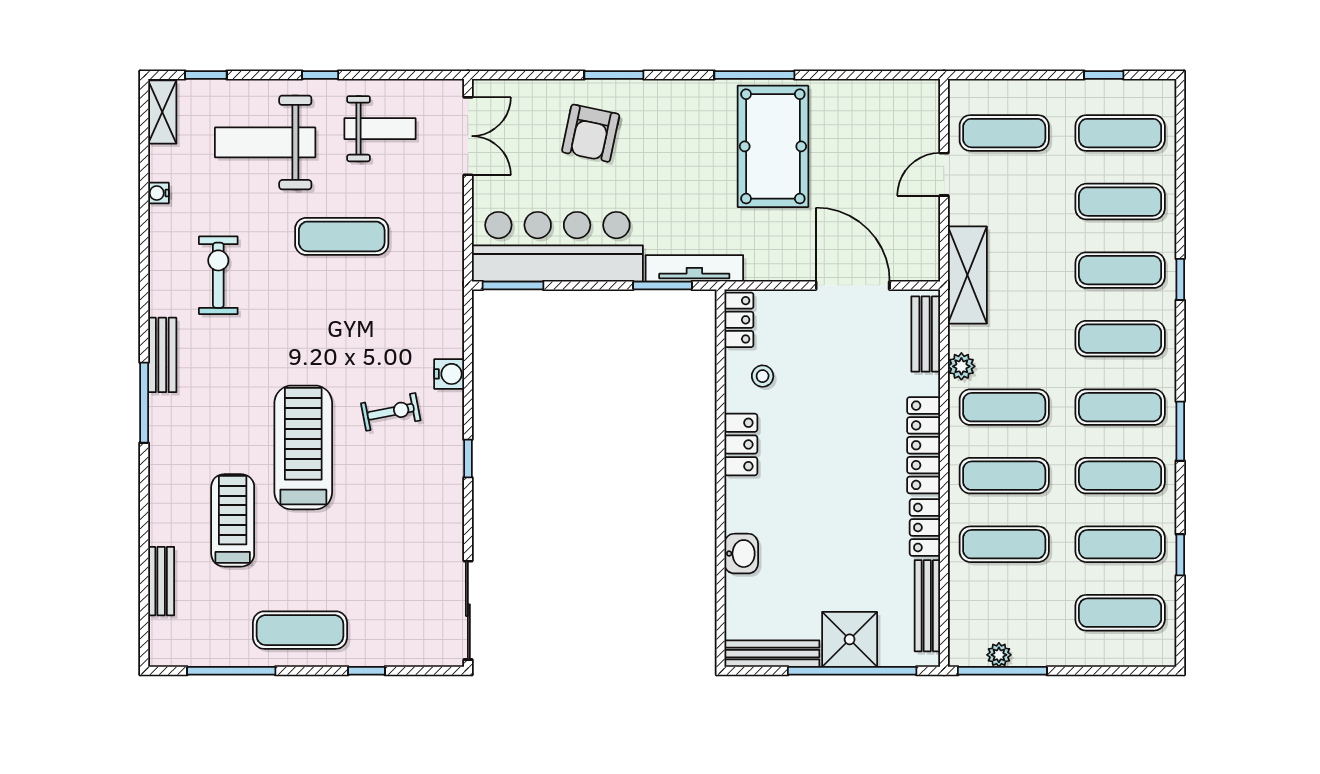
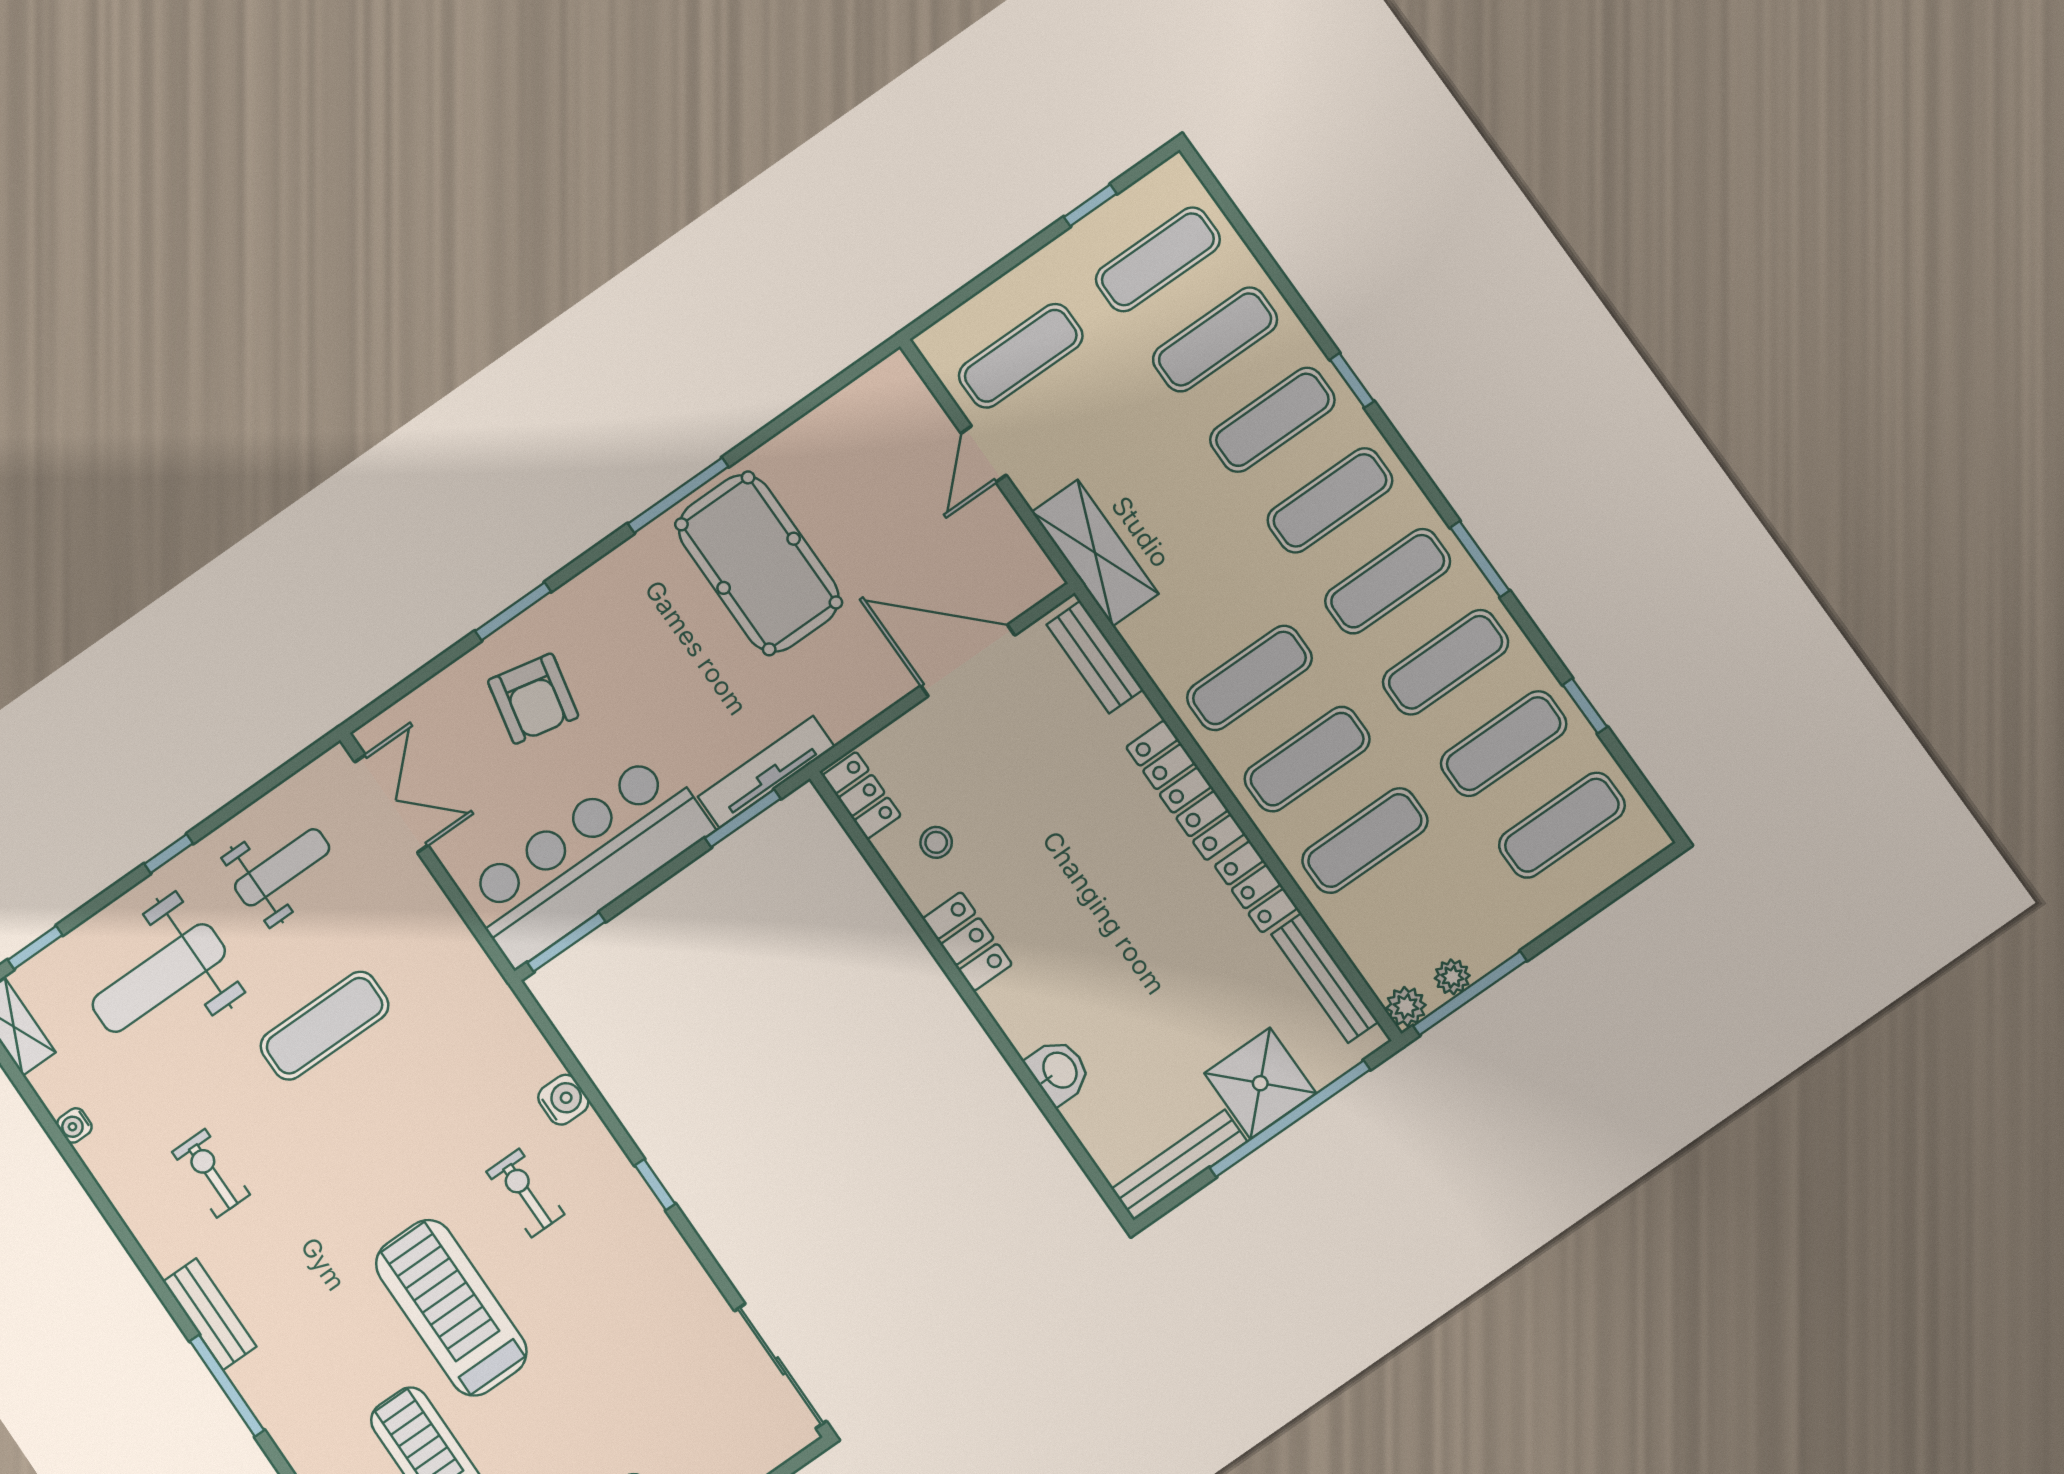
exercise bike: (218, 275) -> (211, 1173), width x0.73, depth x0.72
plant: (961, 366) -> (1406, 1007), moved
exercise bike: (391, 412) -> (525, 1193), turned -79

